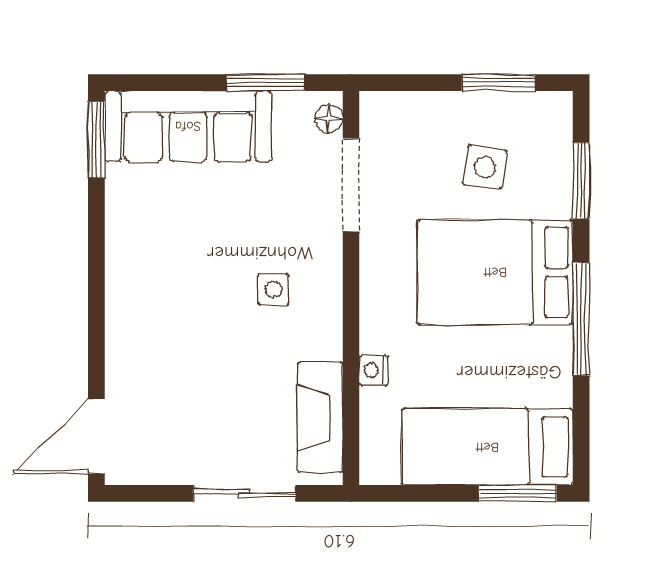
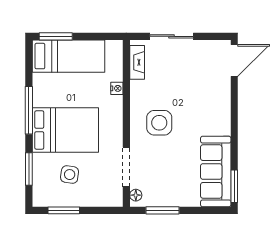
sofa: (188, 126) -> (216, 172), moved, turned -90
side table: (273, 289) -> (159, 123), width x1.87, depth x1.87
fireplace: (320, 417) -> (137, 62), width x0.73, depth x0.76

